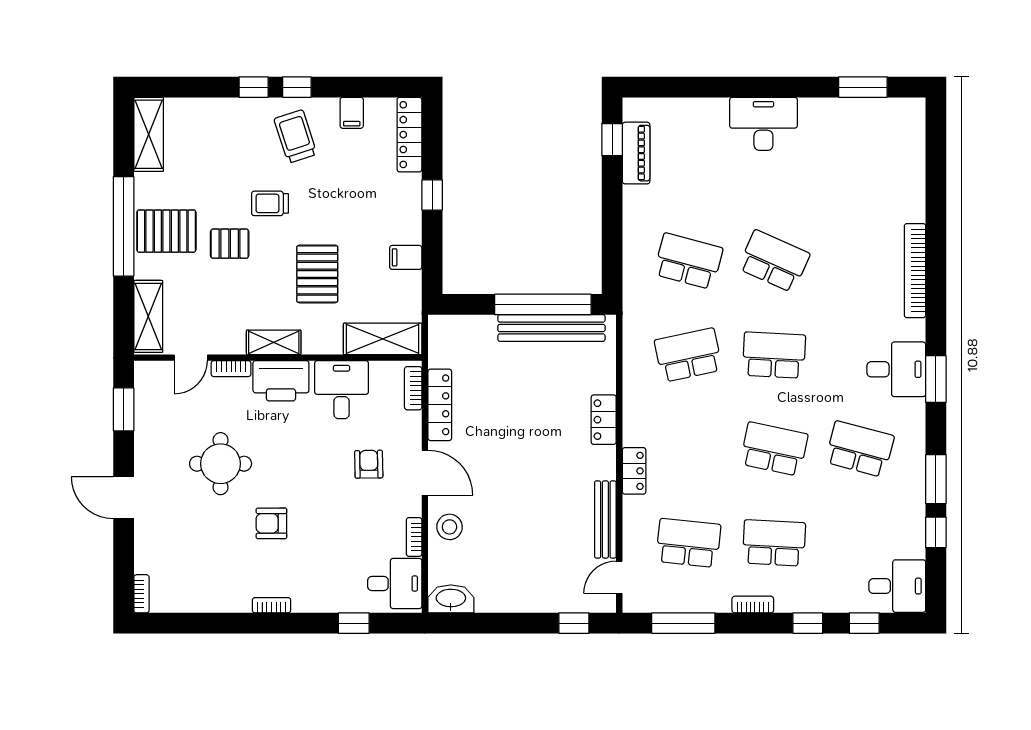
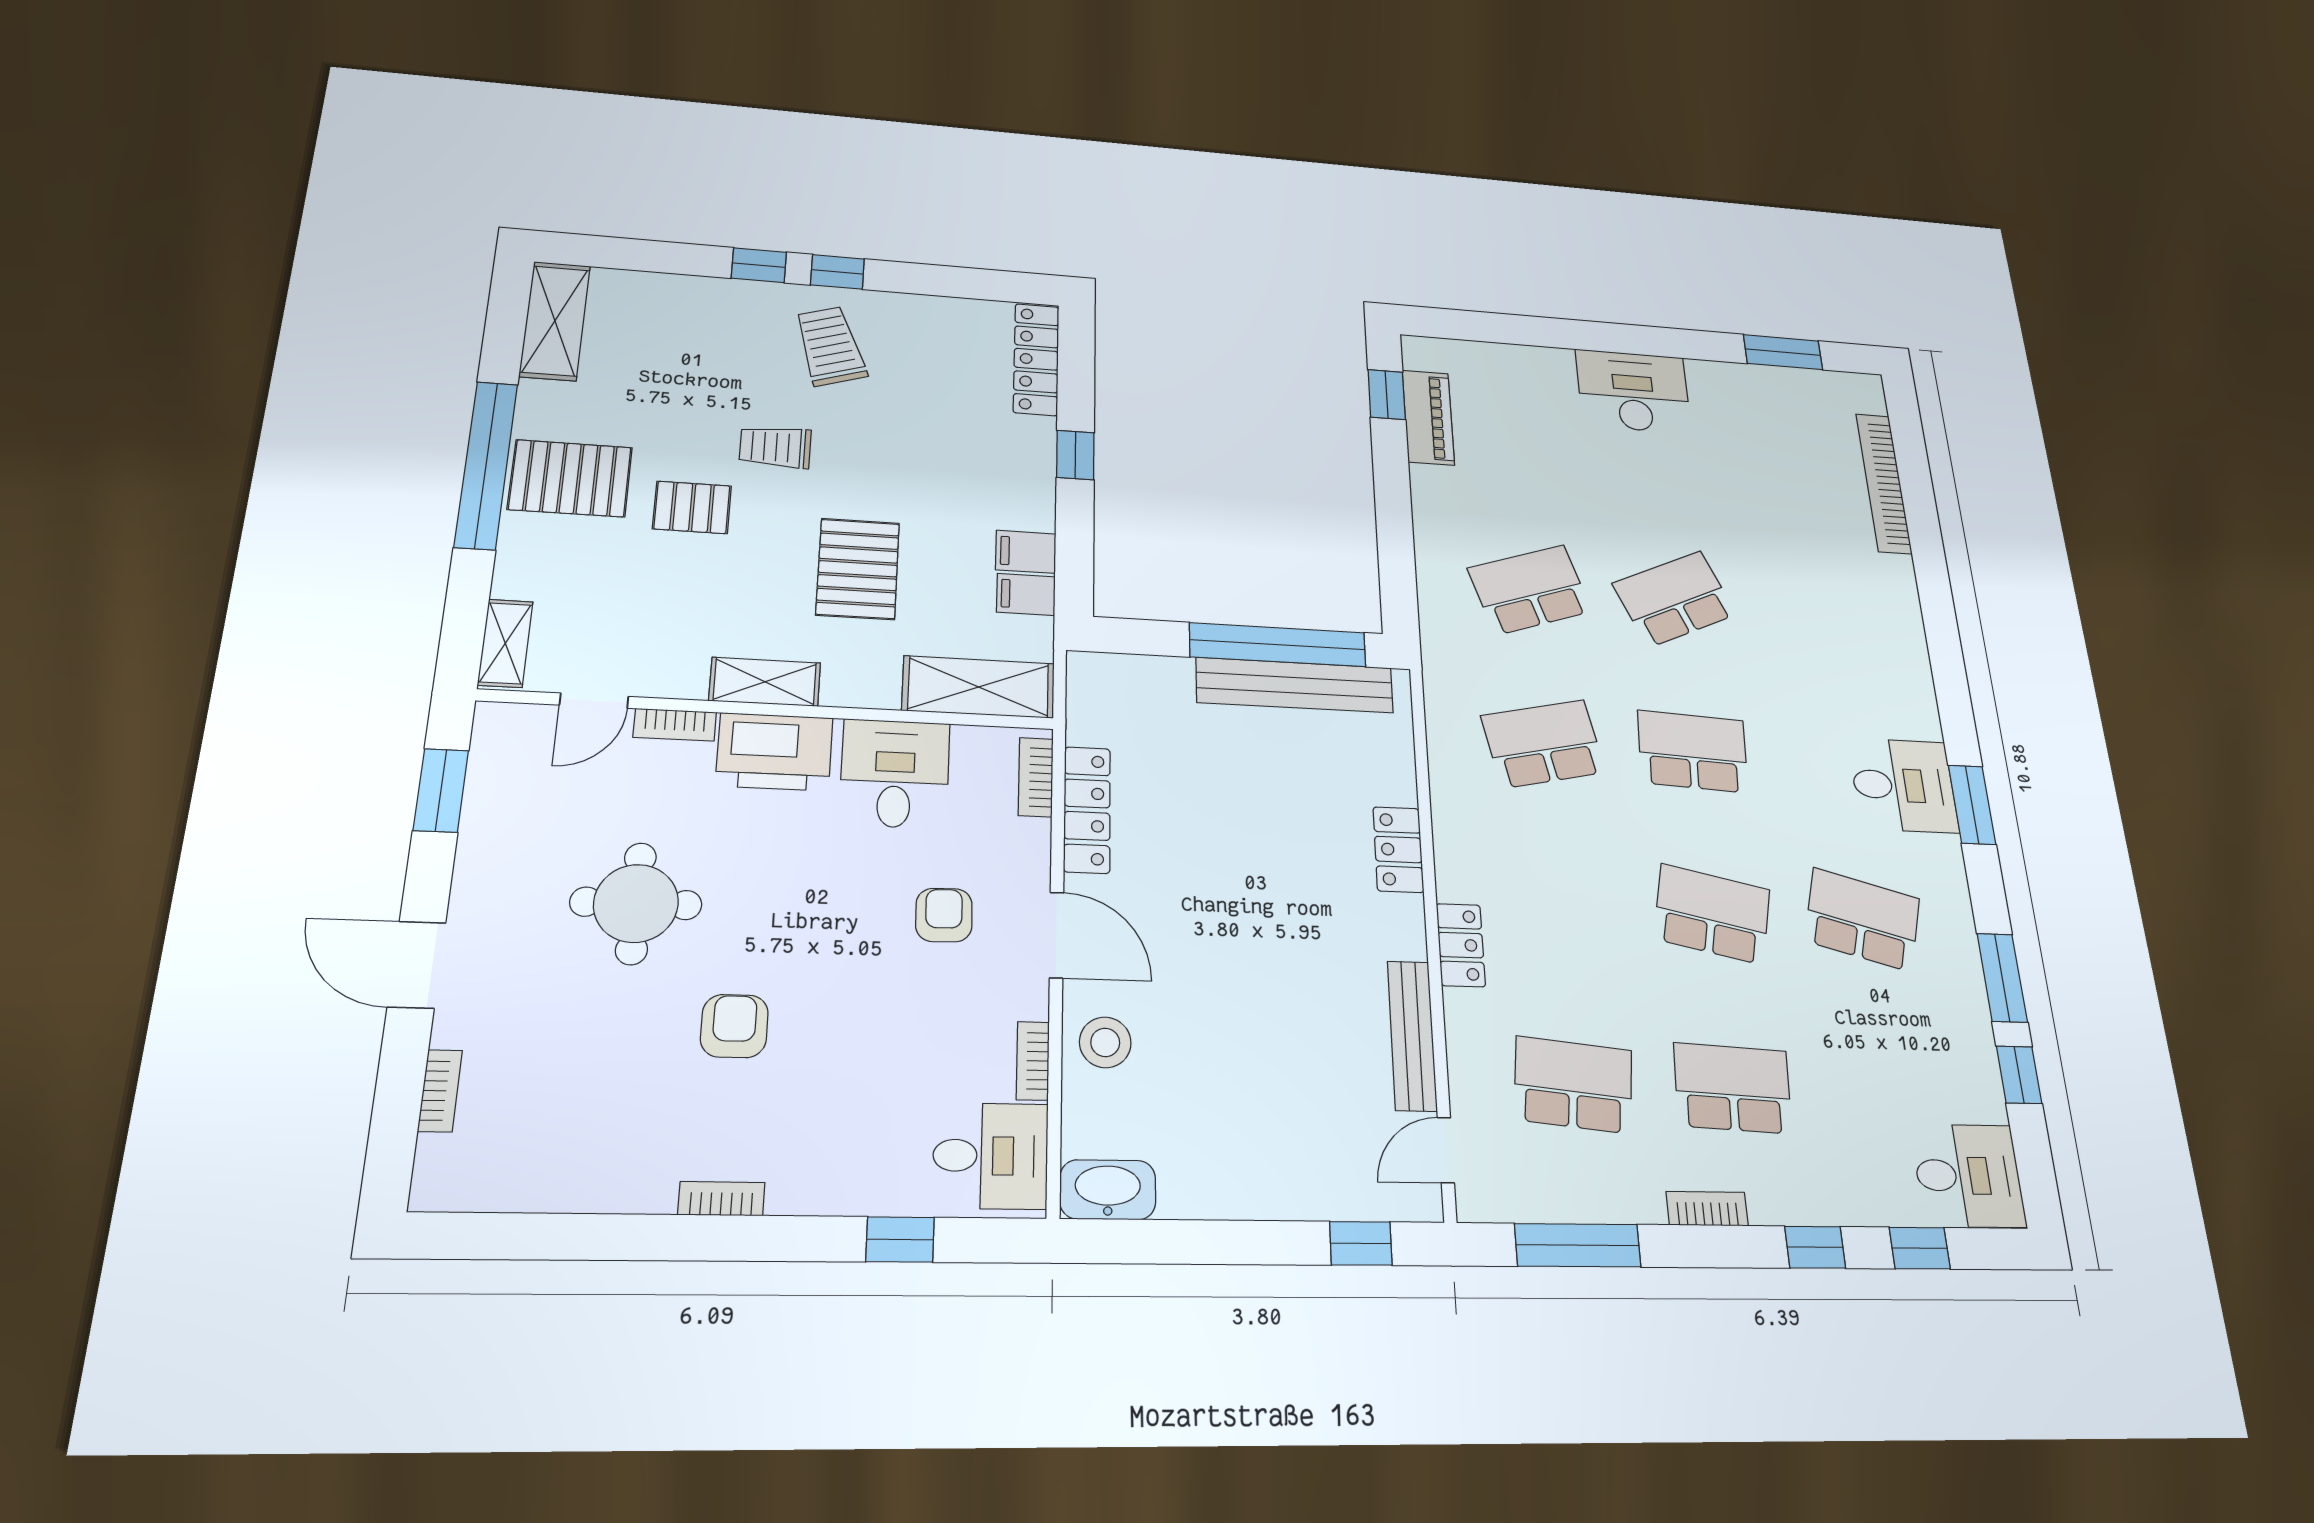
filing cabinet: (352, 113) -> (1026, 594), moved, turned 90
school desk: (688, 261) -> (1530, 590), turned -33
school desk: (774, 261) -> (1675, 599), turned -48
bookcase: (915, 271) -> (1884, 483), moved
shelving: (148, 316) -> (505, 643), width x0.67, depth x0.75
armchair: (271, 523) -> (734, 1026), turned 90
bookcase: (141, 594) -> (440, 1091), moved

